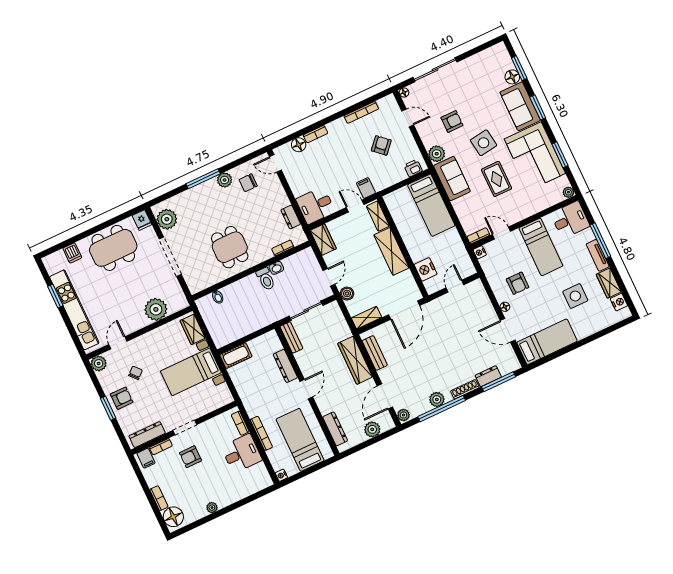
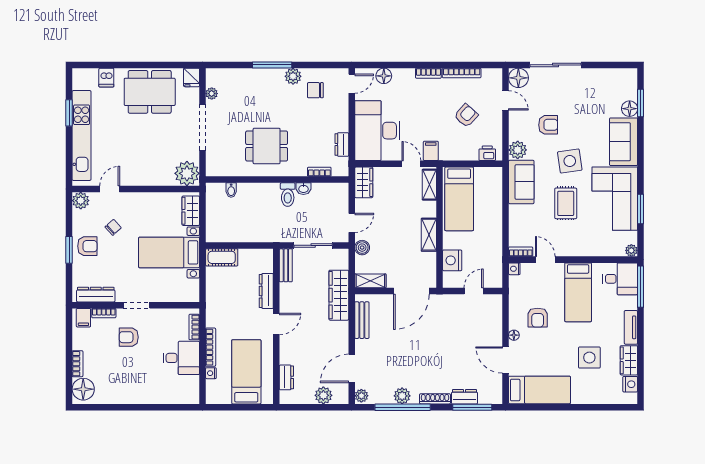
floor lamp: (404, 93) -> (518, 78), width x1.89, depth x1.89
window: (538, 107) -> (641, 151), removed
bookcase: (315, 134) -> (428, 73), moved
door: (275, 163) -> (352, 84), swing flipped
desk: (316, 205) -> (377, 131), width x1.87, depth x1.30
bed: (431, 205) -> (459, 199), moved
plant: (167, 219) -> (212, 94), width x0.53, depth x0.53
window: (600, 241) -> (641, 287), moved
dining table: (230, 247) -> (267, 146), turned 90
shelving: (391, 251) -> (429, 235), width x0.67, depth x0.75
plant: (156, 309) -> (187, 173), moved
wardrobe: (355, 360) -> (339, 295), moved
dresser: (335, 429) -> (286, 377), width x0.70
nightstand: (281, 475) -> (211, 373), moved
plant: (212, 508) -> (126, 398), removed

